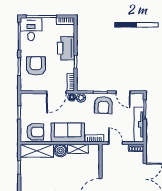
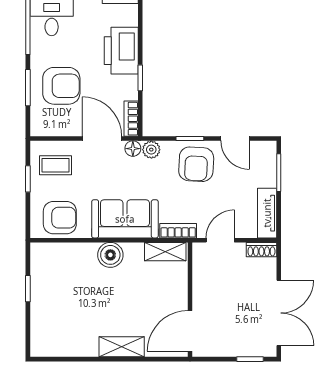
armchair: (36, 66) -> (61, 86), turned 90
door: (56, 92) -> (102, 139), swing flipped
coffee table: (33, 106) -> (55, 165), added
tv unit: (139, 124) -> (267, 213), width x0.71
door: (116, 143) -> (220, 240), hinge flipped
shelving: (78, 149) -> (165, 252), moved
shelving: (37, 151) -> (63, 256), removed

